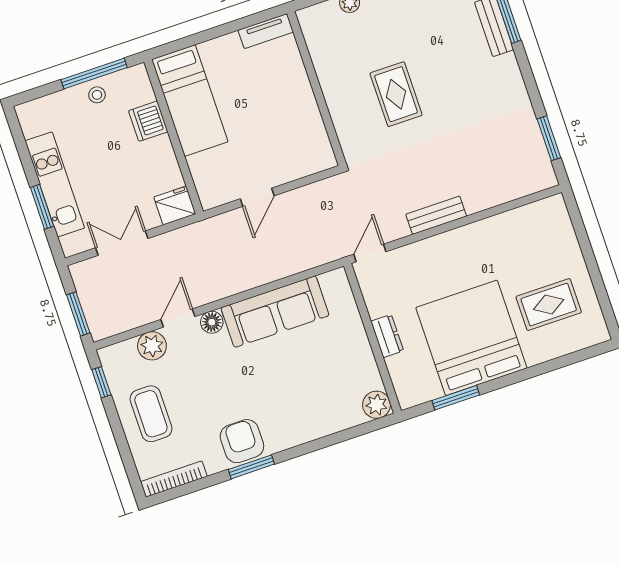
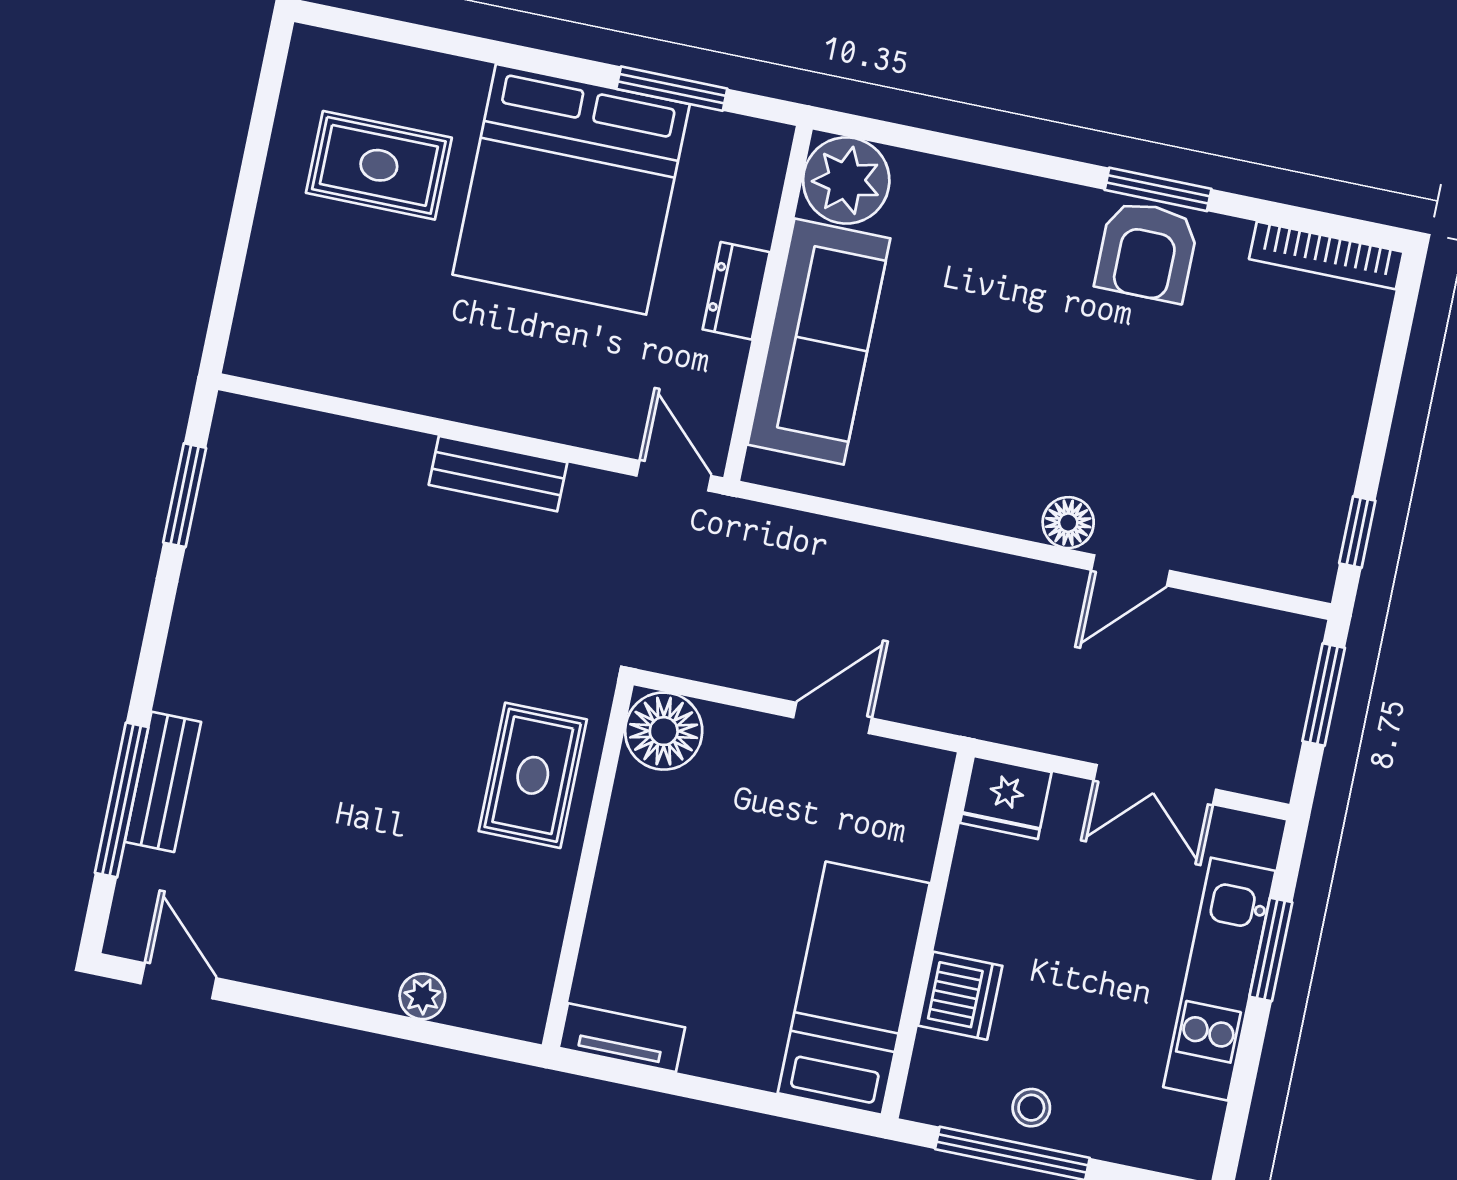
rug: (396, 94) -> (533, 775), moved
floor lamp: (318, 155) -> (664, 731), added
door: (370, 253) -> (674, 476), swing flipped
sofa: (275, 312) -> (819, 342), moved, turned 90
plant: (152, 346) -> (1214, 545), removed
plant: (377, 405) -> (846, 180), width x1.36, depth x1.36
coffee table: (151, 414) -> (1296, 412), removed

